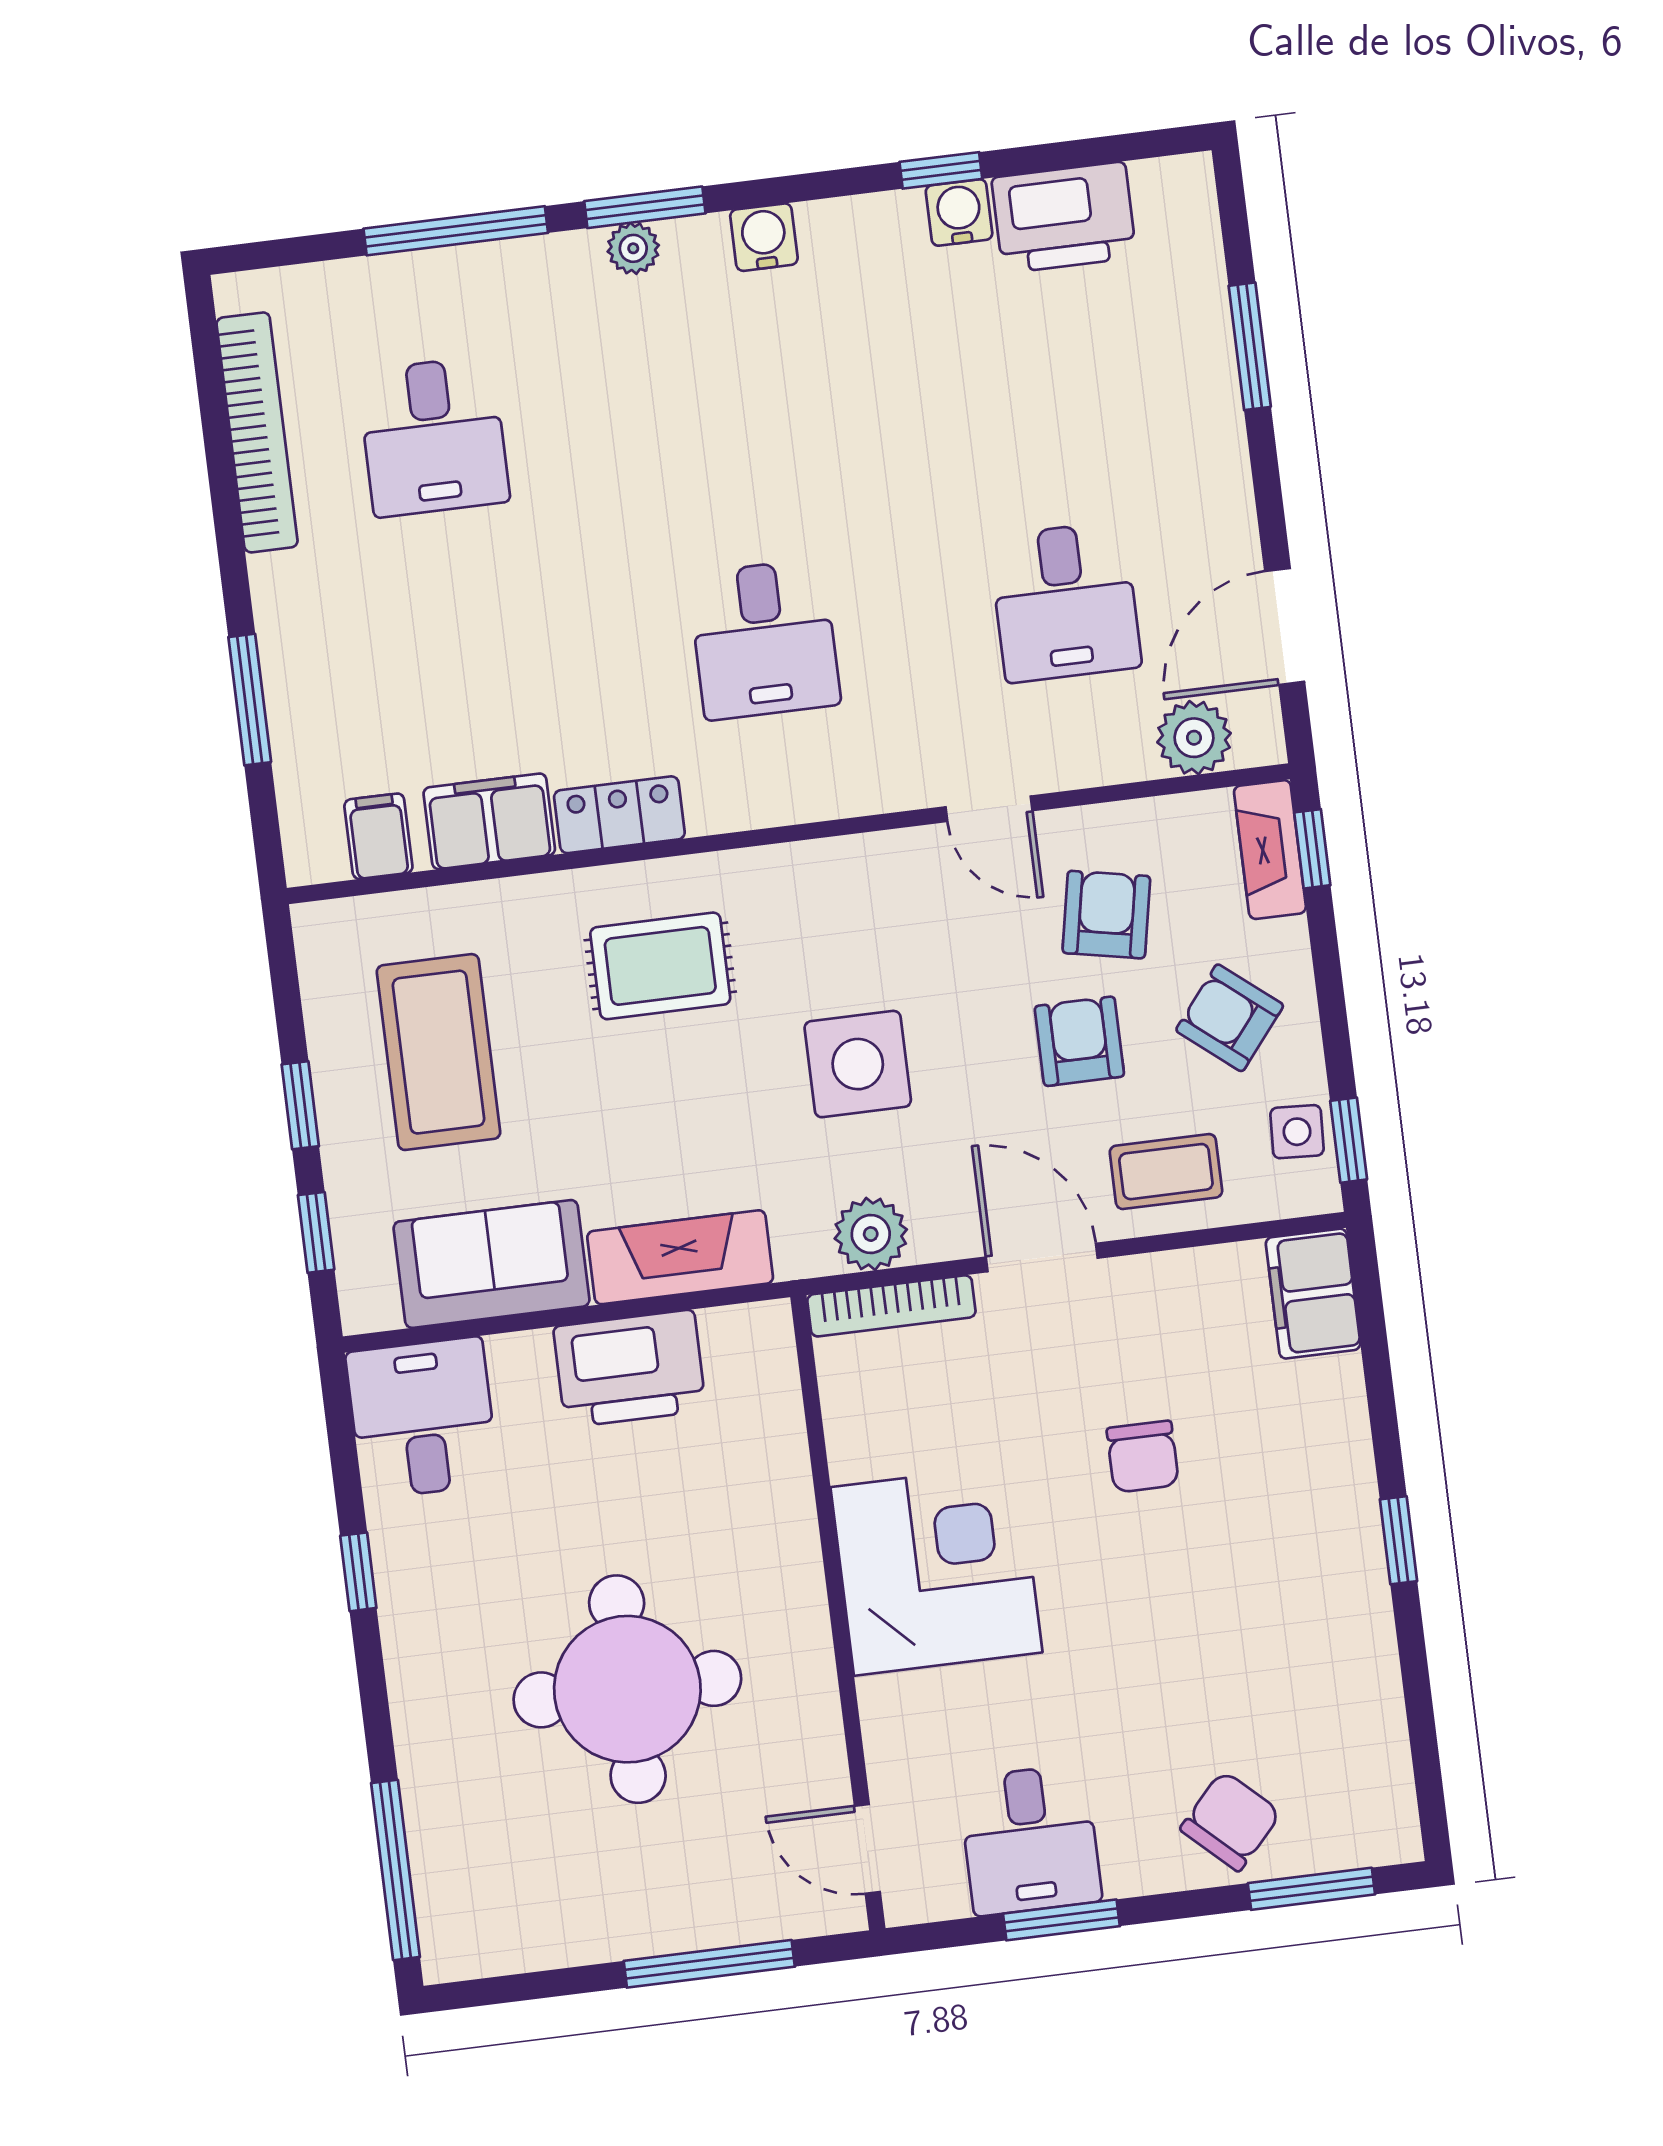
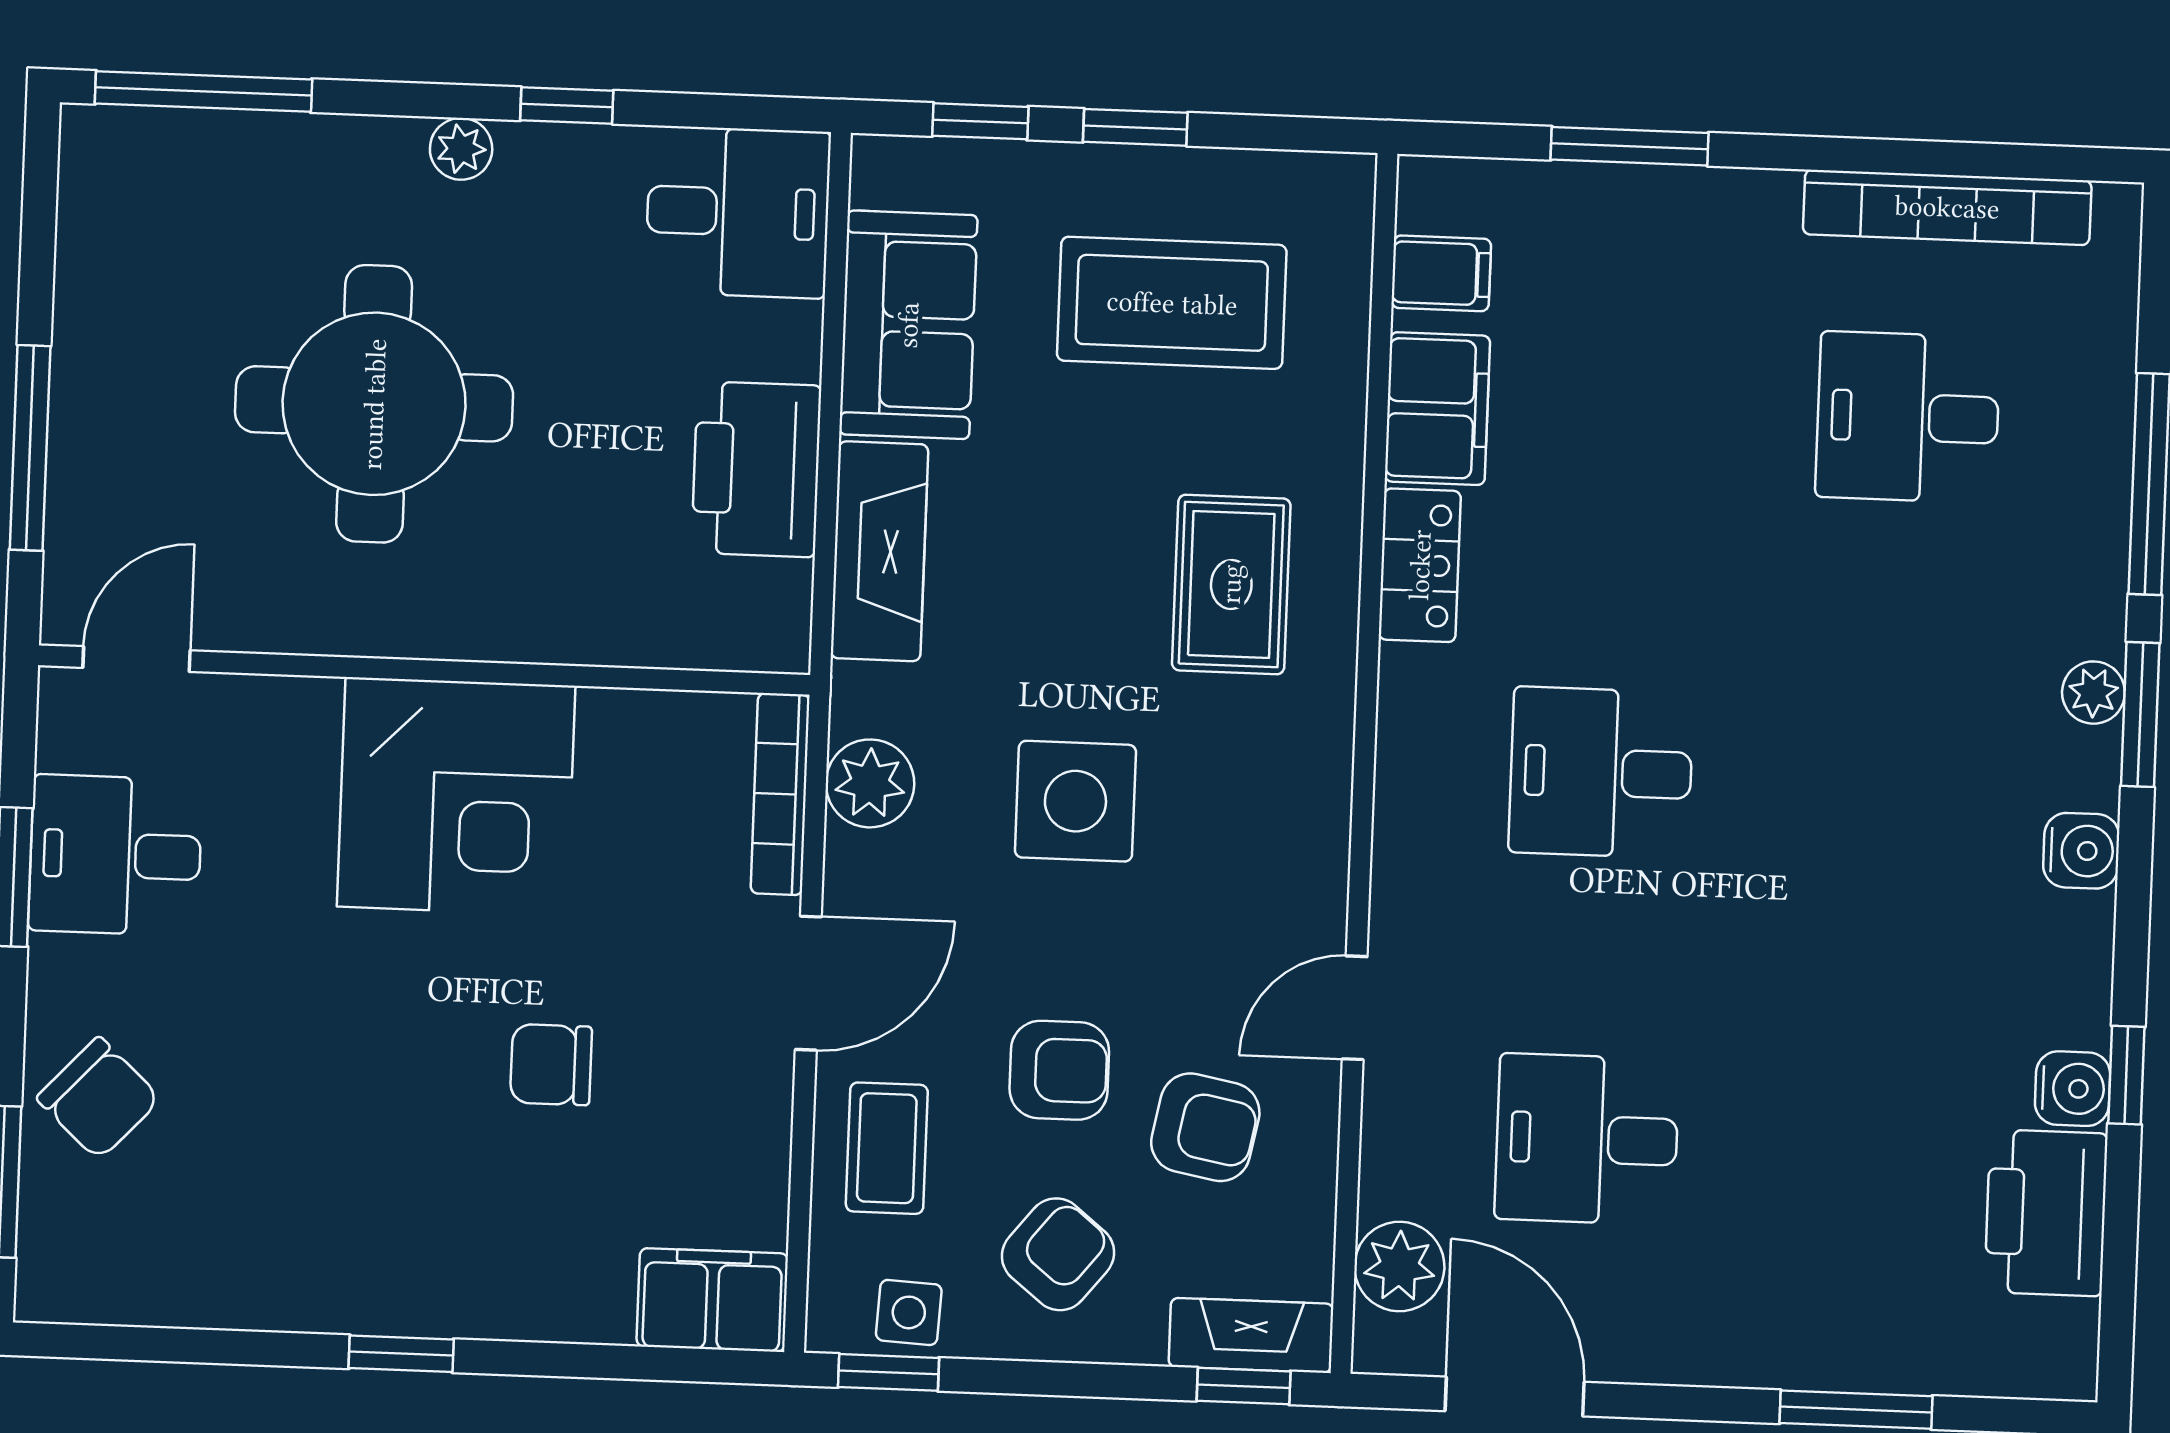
plant: (408, 1652) -> (461, 149), added

